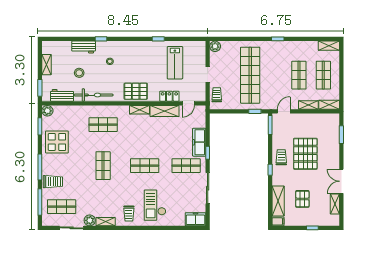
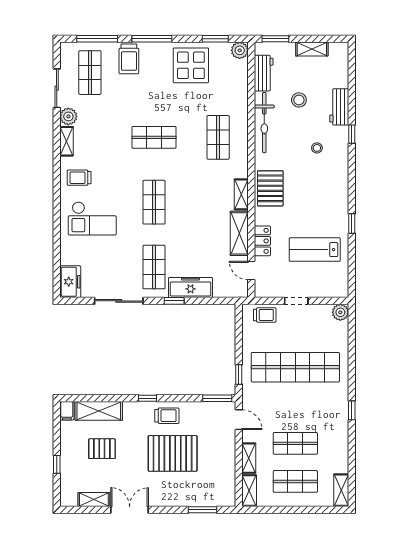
checkout: (155, 205) -> (92, 218), turned 180

